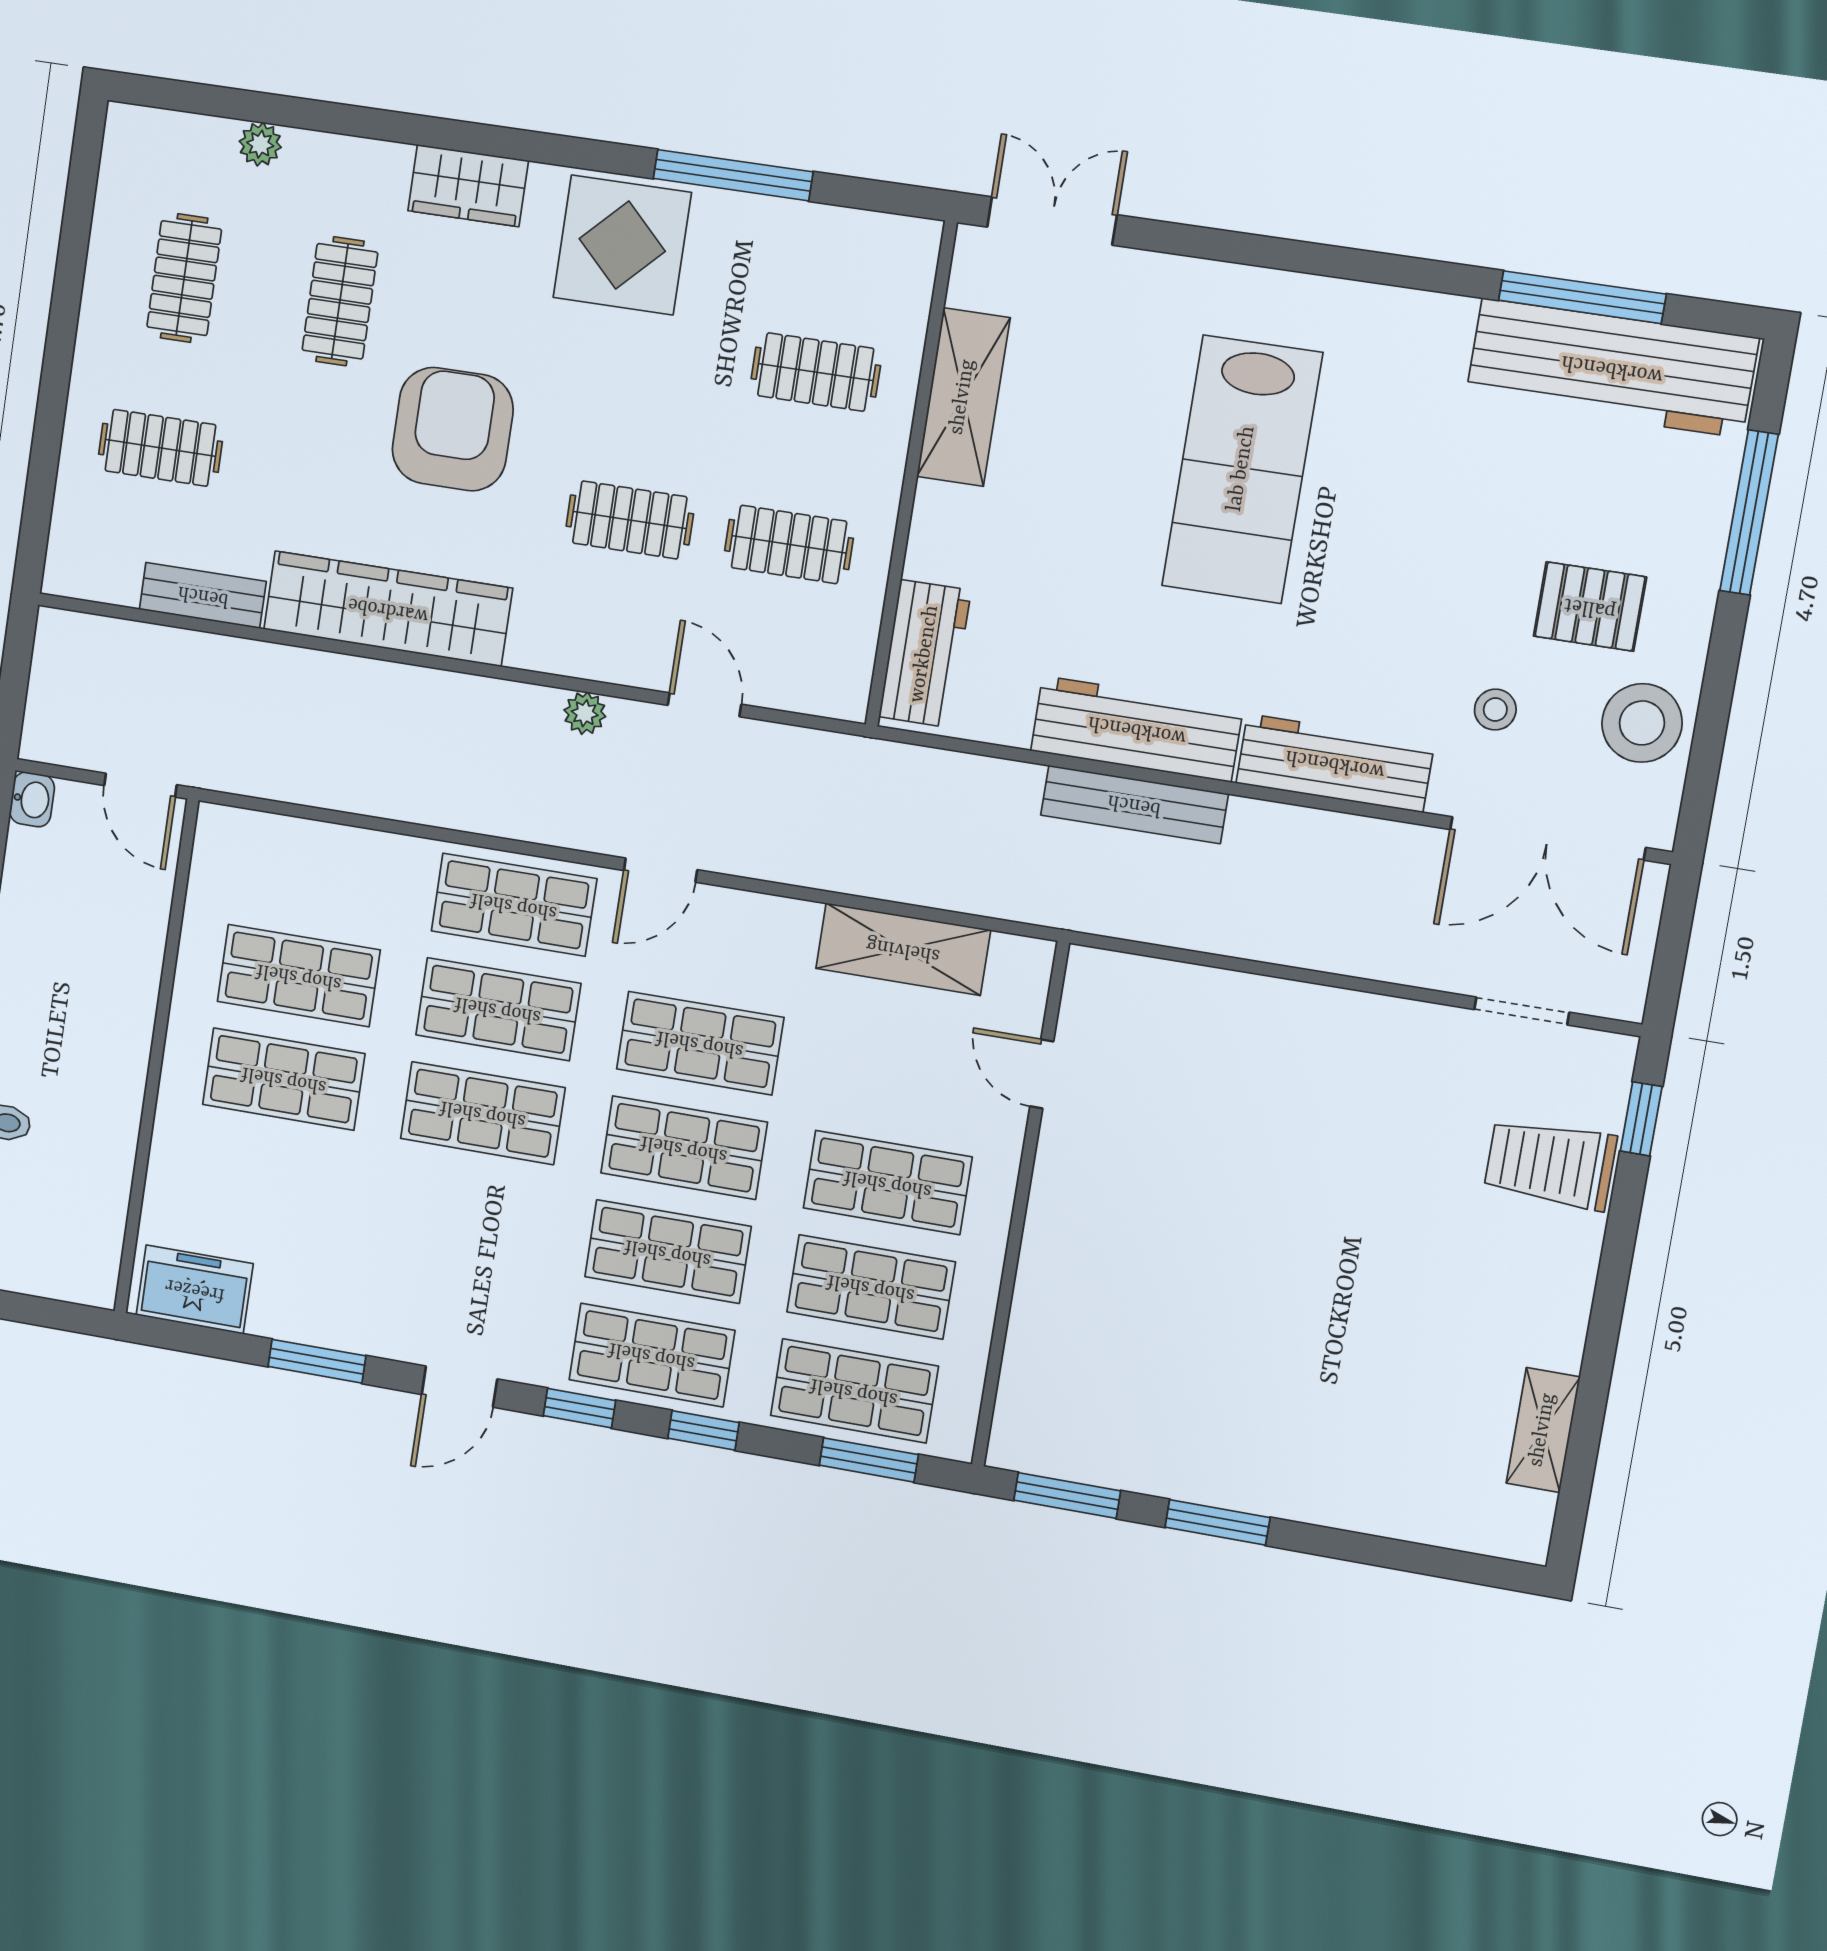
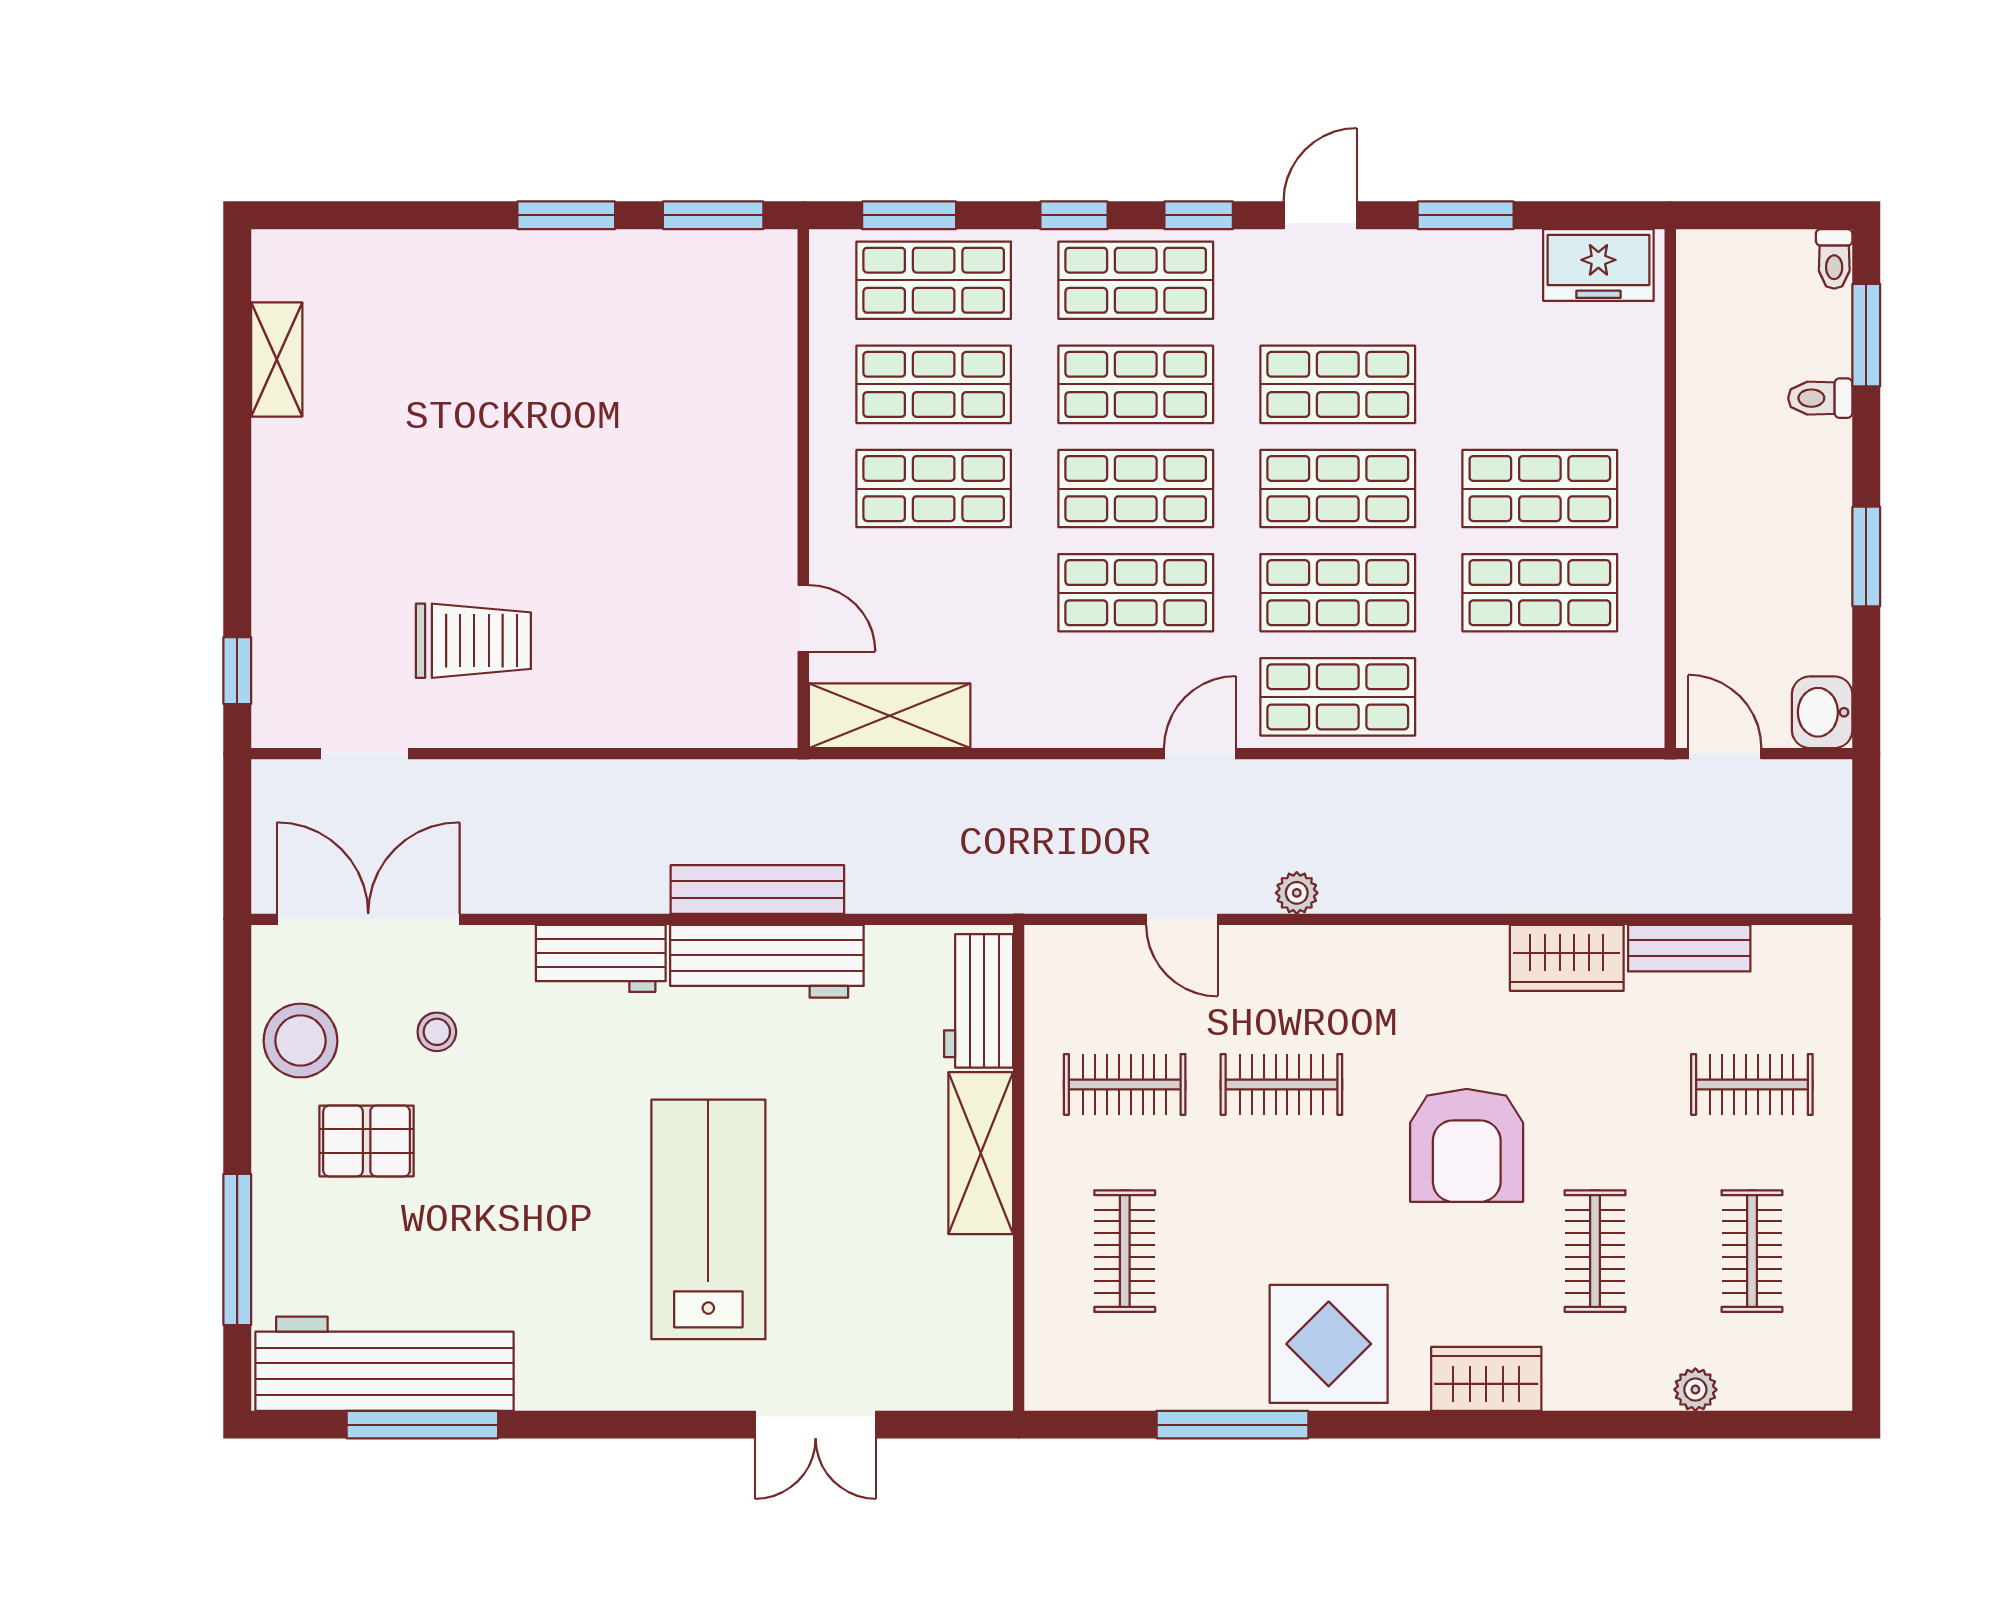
double door: (1052, 221) -> (816, 1425), moved
clothes rail: (816, 372) -> (1125, 1251), turned 90
shelving: (963, 397) -> (981, 1153), moved
wardrobe: (388, 609) -> (1567, 958), width x0.48, depth x0.85
workbench: (1335, 763) -> (601, 958), width x0.73
washbasin: (32, 799) -> (1822, 712), width x1.38, depth x1.45
shelving: (903, 949) -> (890, 716), moved
trolley: (1550, 1164) -> (473, 641), moved
shop shelf: (467, 1217) -> (1338, 384), added

